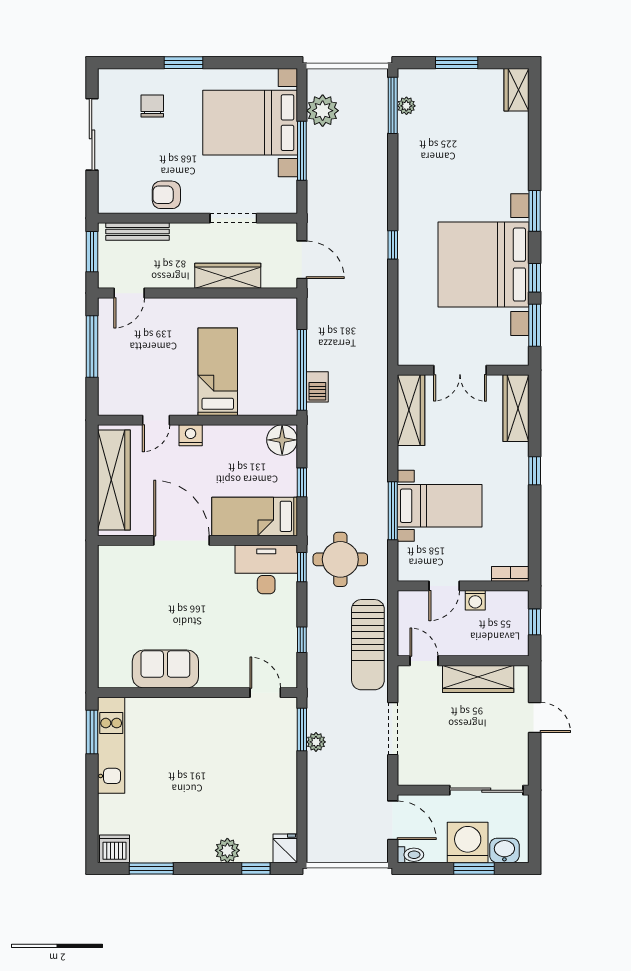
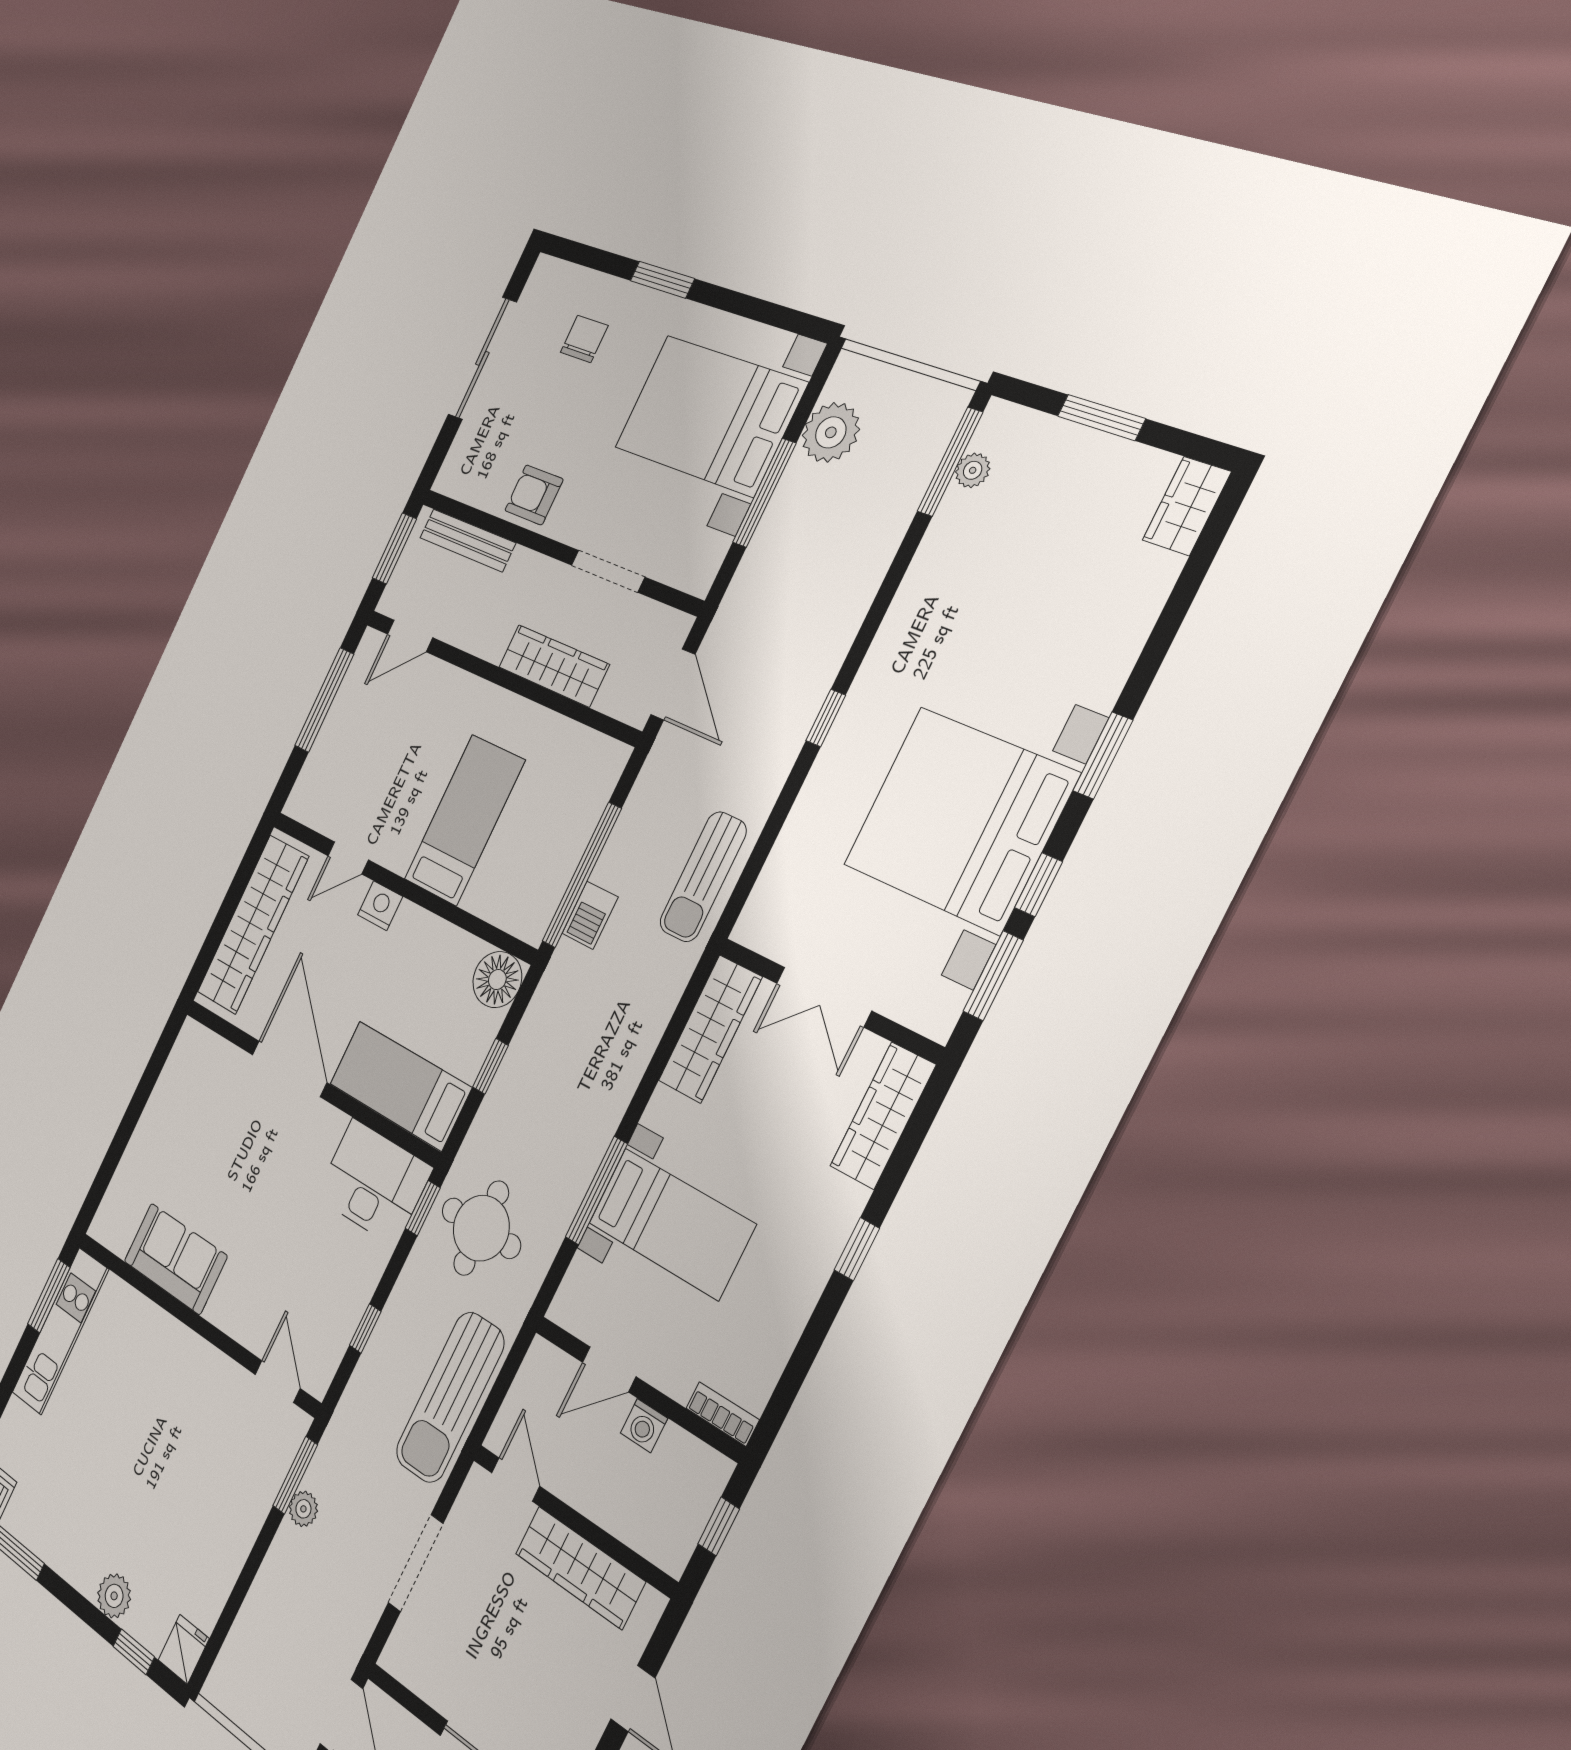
sun lounger: (369, 343) -> (703, 877), added

